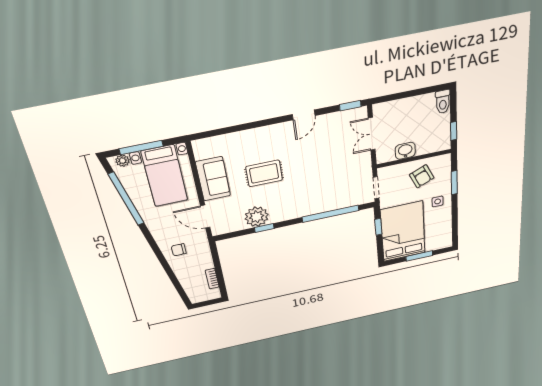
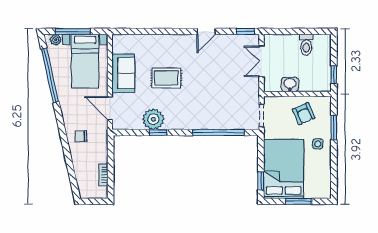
toilet: (443, 102) -> (306, 45), moved
window: (378, 227) -> (261, 181), moved

